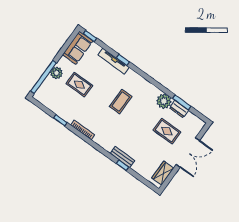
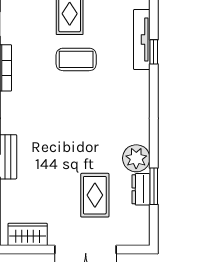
coffee table: (121, 102) -> (76, 59), moved

